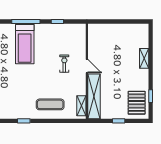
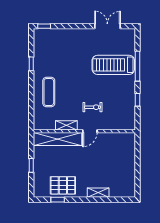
pallet: (137, 103) -> (63, 185), moved
shelving: (81, 106) -> (66, 125), moved

